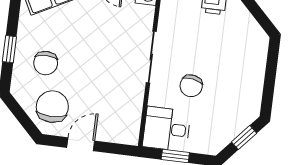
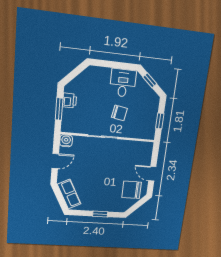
chair: (46, 63) -> (108, 195), removed
desk: (167, 129) -> (123, 83), moved, turned 180

